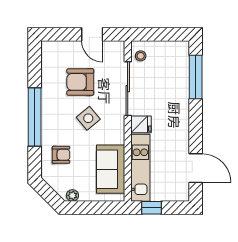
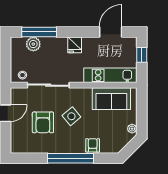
plant: (180, 70) -> (33, 44), added
fridge: (141, 124) -> (75, 45), moved, turned 180
armchair: (61, 155) -> (93, 145), moved
window: (152, 208) -> (142, 55), moved

